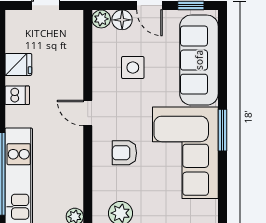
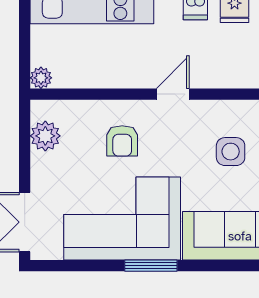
armchair: (124, 153) -> (122, 141), turned 180

